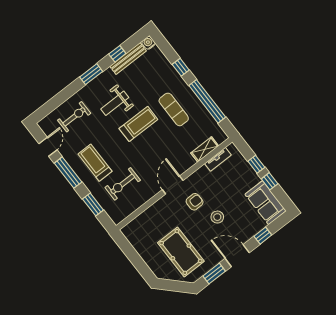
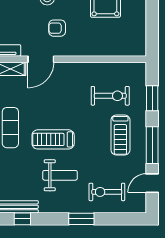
window: (91, 74) -> (81, 219), moved
door: (173, 185) -> (41, 59), moved

